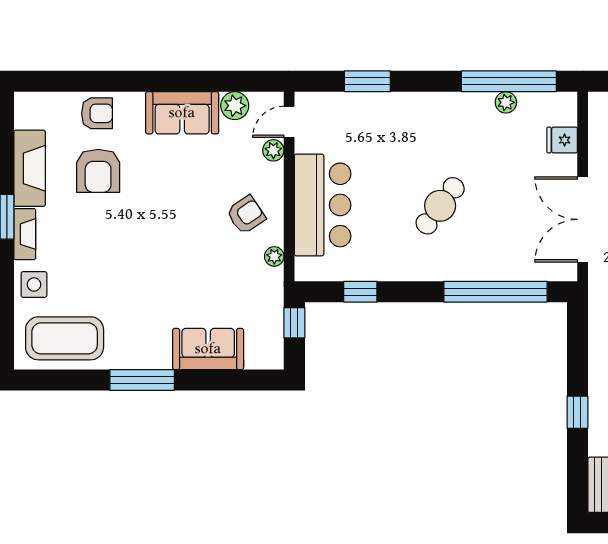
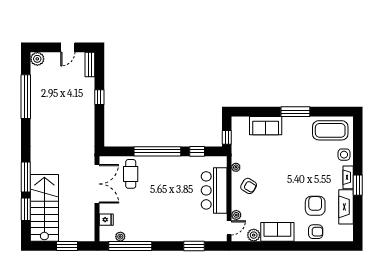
plant: (506, 102) -> (120, 237), moved
armchair: (97, 113) -> (316, 232), turned 180
cafe table: (440, 206) -> (131, 174), moved, turned -37
armchair: (246, 215) -> (249, 186), turned -115
window: (495, 292) -> (157, 151), moved

